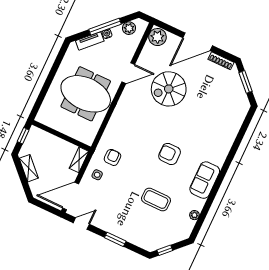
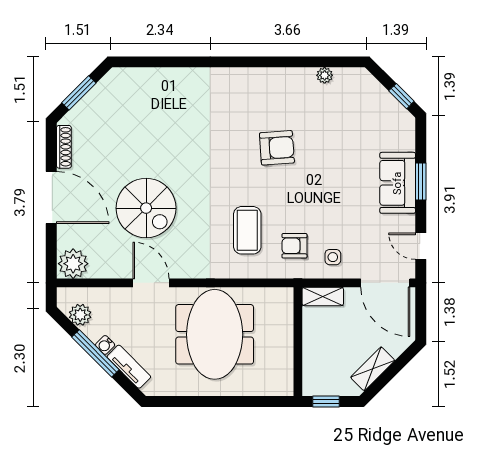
armchair: (170, 154) -> (277, 148), moved, turned -94
sofa: (205, 180) -> (398, 183), moved, turned 90
coffee table: (156, 199) -> (247, 230), moved

